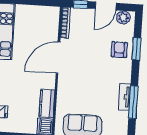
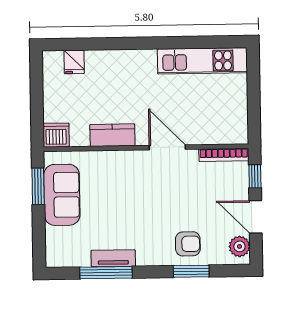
door: (58, 58) -> (167, 147), width x0.73
kitchen counter: (47, 104) -> (112, 135), moved

